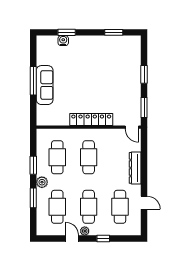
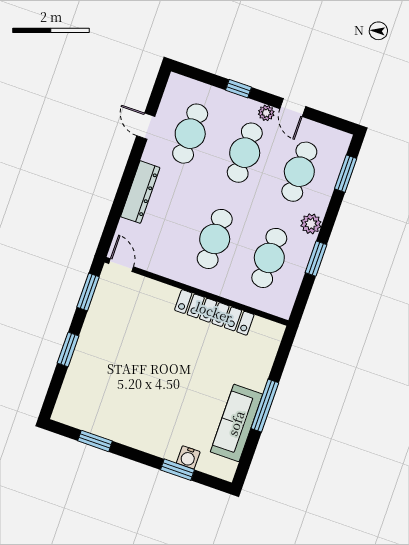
sofa: (45, 85) -> (236, 423), moved
locker: (91, 120) -> (214, 312), moved
window: (33, 198) -> (346, 174), moved

